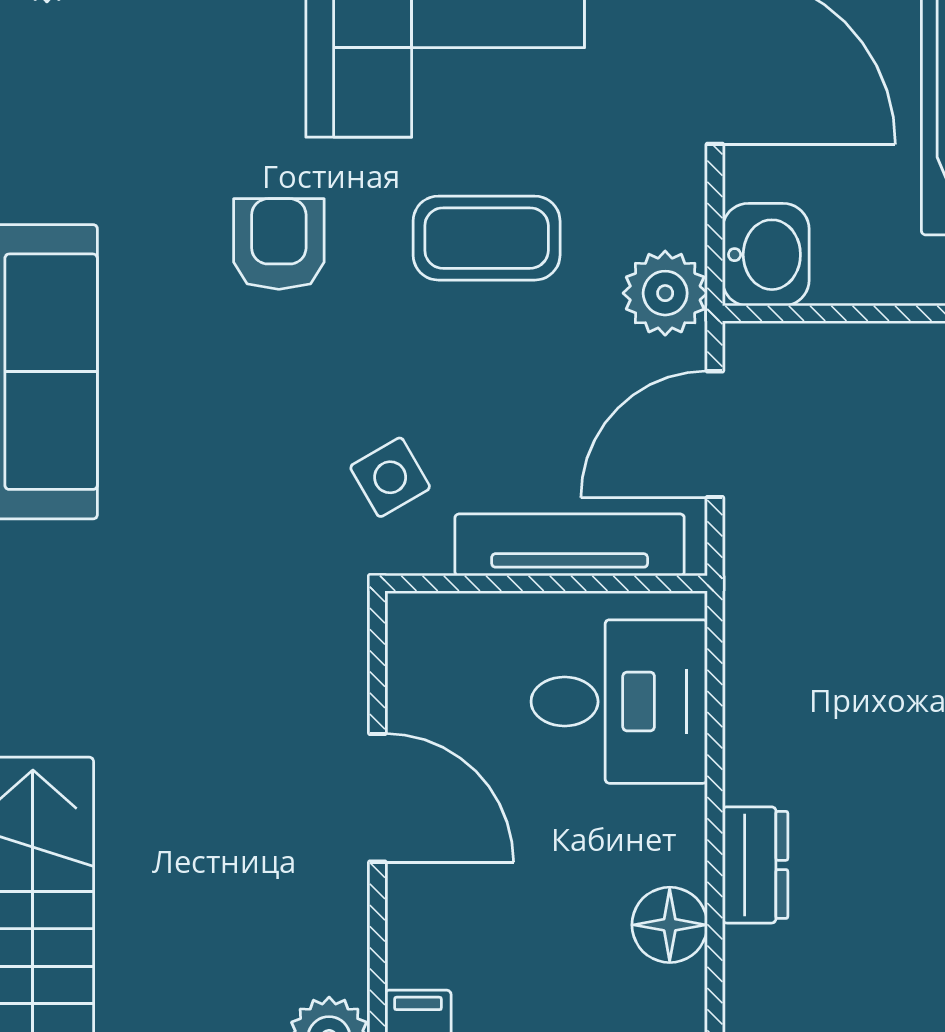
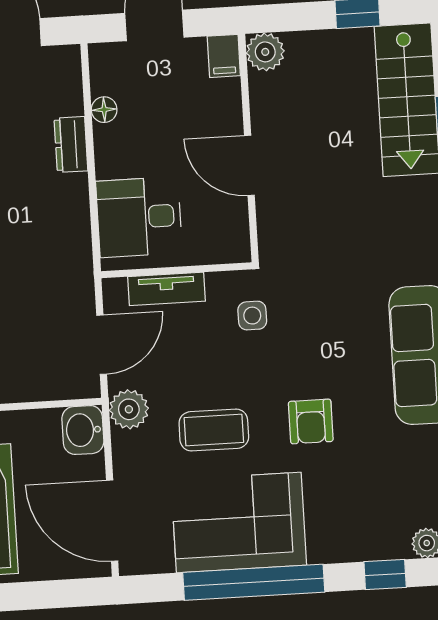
side table: (390, 477) -> (252, 316), turned 30
tv unit: (570, 545) -> (167, 289), width x0.71
floor lamp: (670, 925) -> (104, 110), width x0.73, depth x0.73

